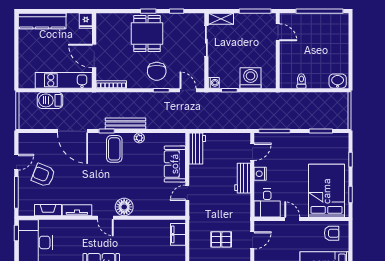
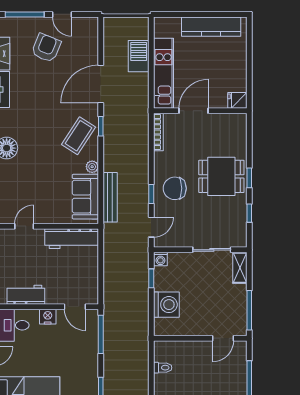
kitchen counter: (42, 21) -> (211, 27), moved, turned -90
bench: (126, 123) -> (110, 197), moved
coffee table: (114, 149) -> (78, 136), turned -57
workbench: (197, 149) -> (72, 239), width x1.38
sofa: (175, 164) -> (85, 197), moved, turned -90
workbench: (243, 178) -> (26, 295), moved
door: (187, 193) -> (24, 226), hinge flipped

